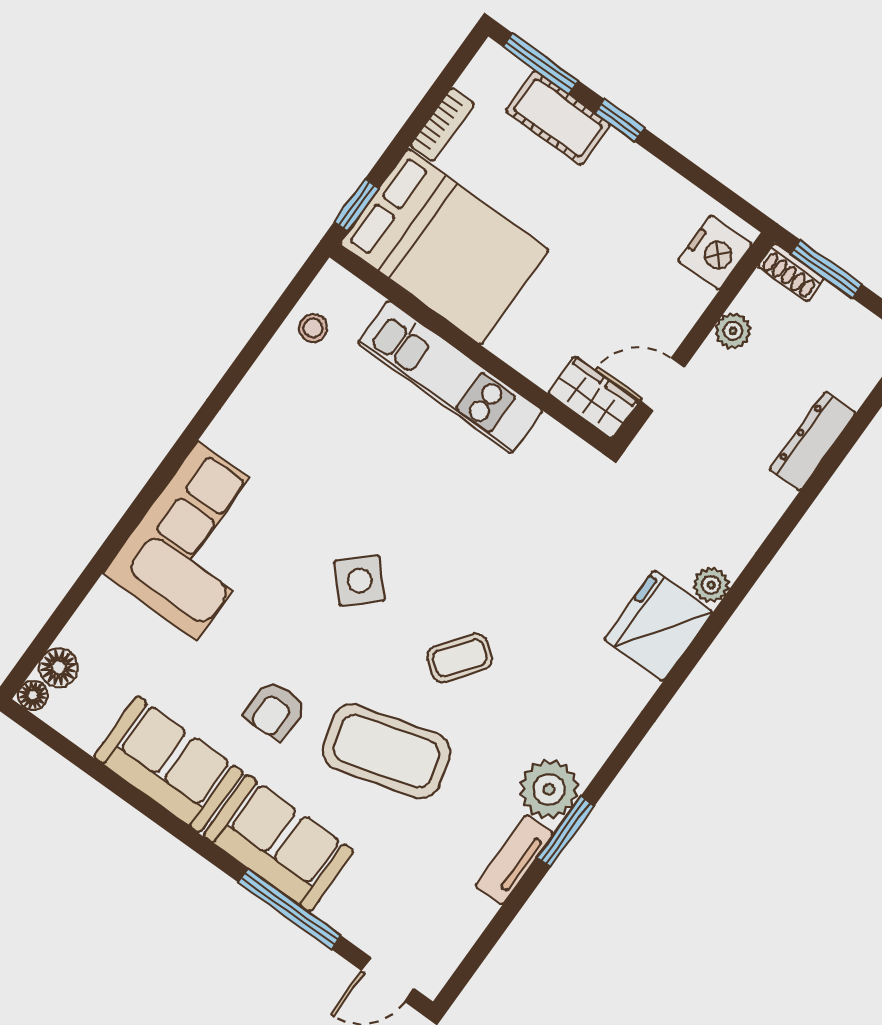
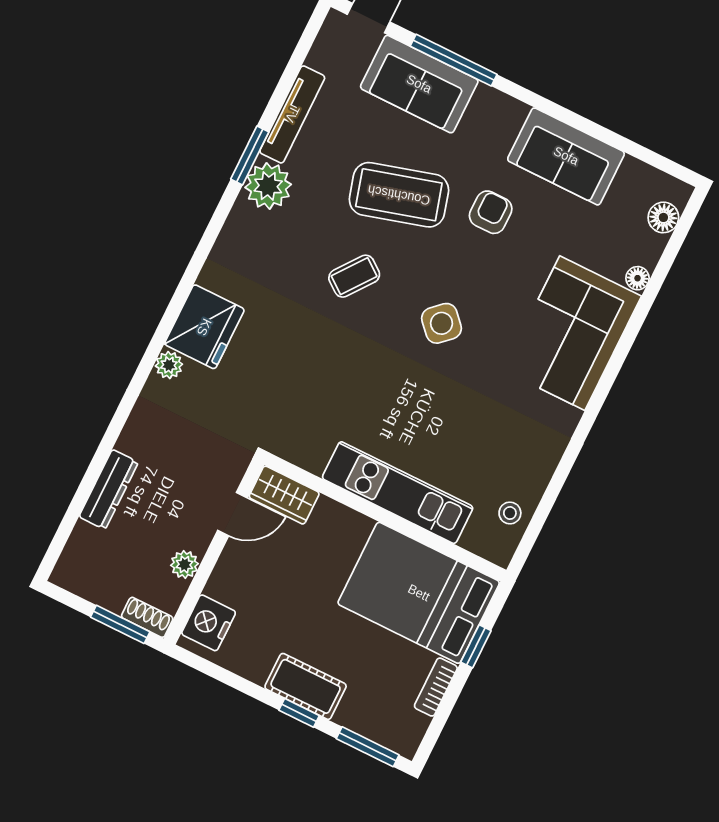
cot: (558, 118) -> (306, 686), moved
window: (357, 205) -> (476, 646), moved
floor lamp: (33, 695) -> (638, 278), moved
sofa: (278, 843) -> (419, 84), moved
tv unit: (514, 860) -> (292, 114), width x1.41

